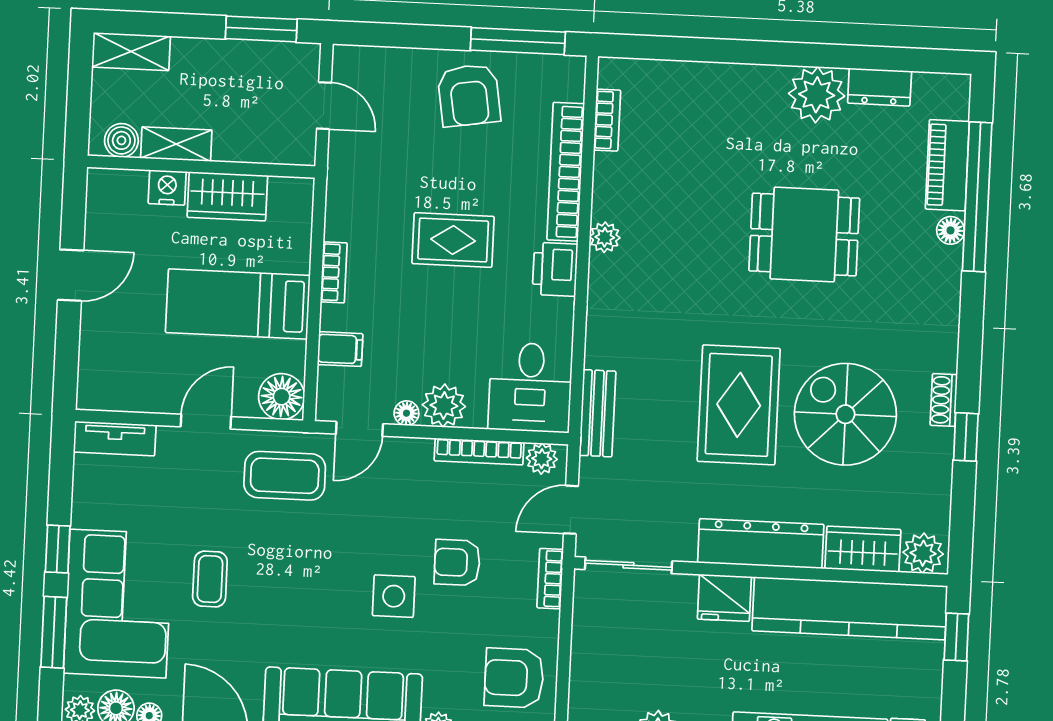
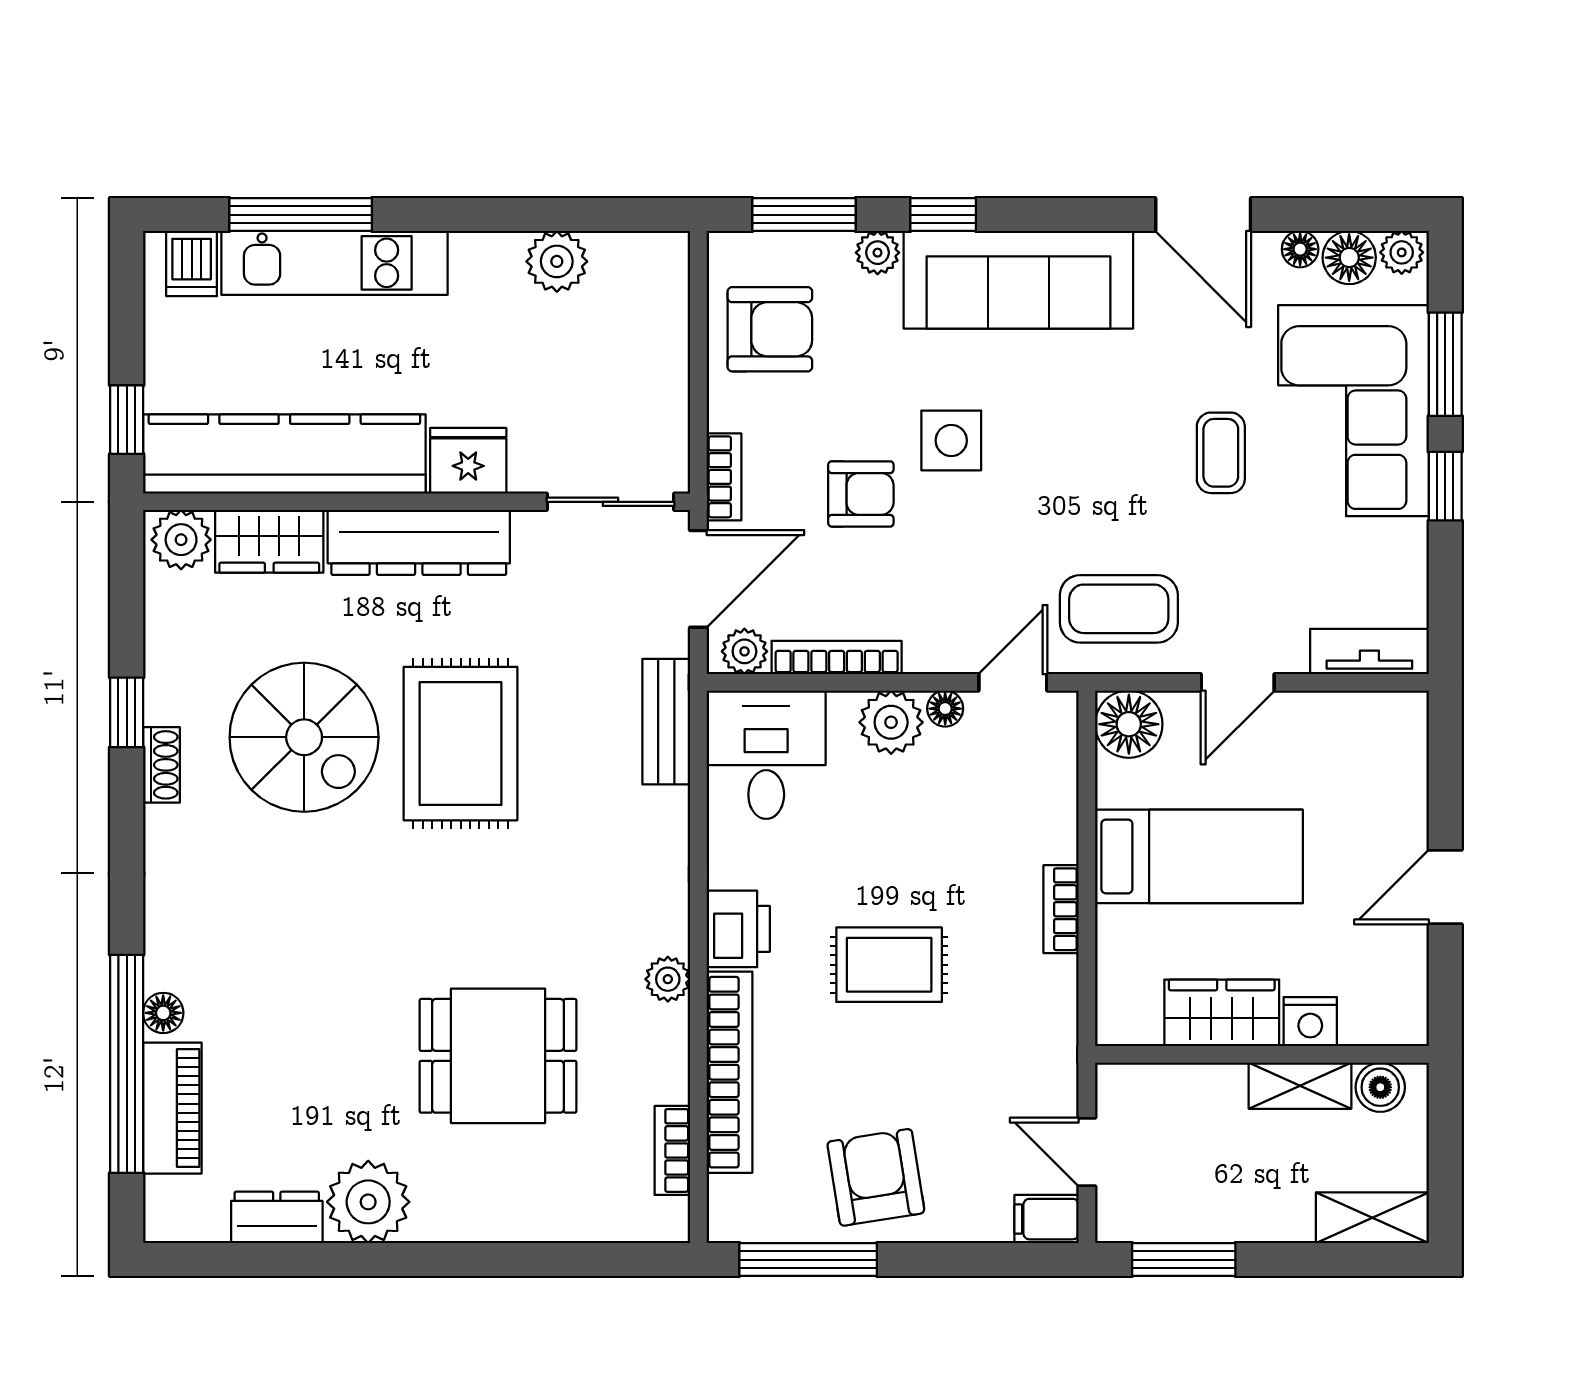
dining table: (804, 235) -> (498, 1056), moved
filing cabinet: (340, 349) -> (1047, 1219), moved
door: (571, 510) -> (698, 579), width x1.38

